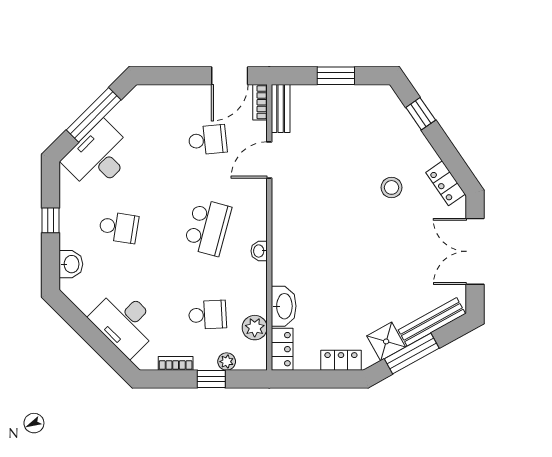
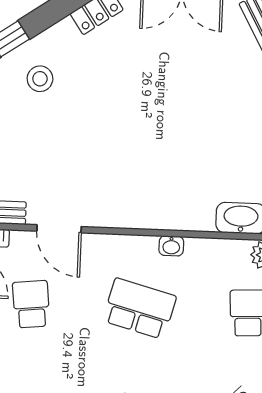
stool: (392, 187) -> (40, 79), moved

